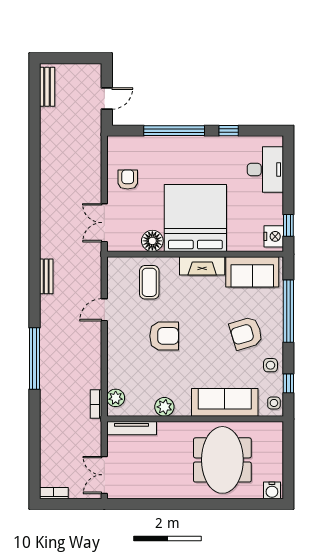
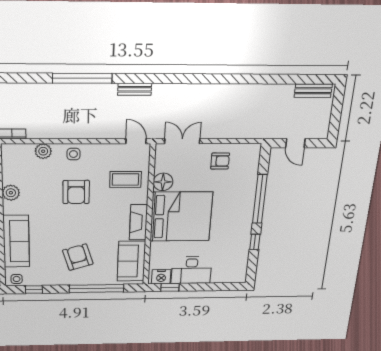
desk: (265, 169) -> (191, 270), moved
door: (104, 310) -> (136, 141), moved
window: (34, 359) -> (82, 78), moved
side table: (271, 365) -> (73, 154), moved
plant: (116, 398) -> (43, 151), moved

